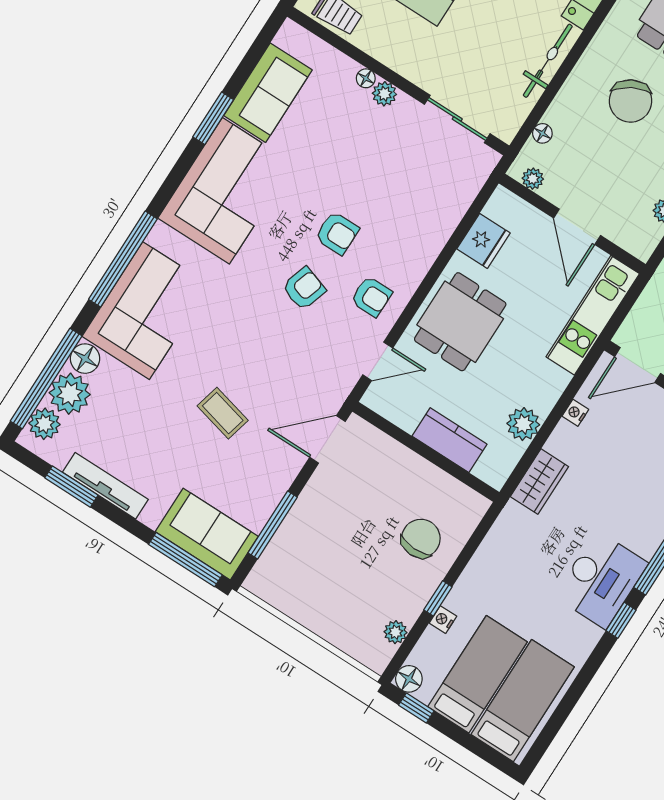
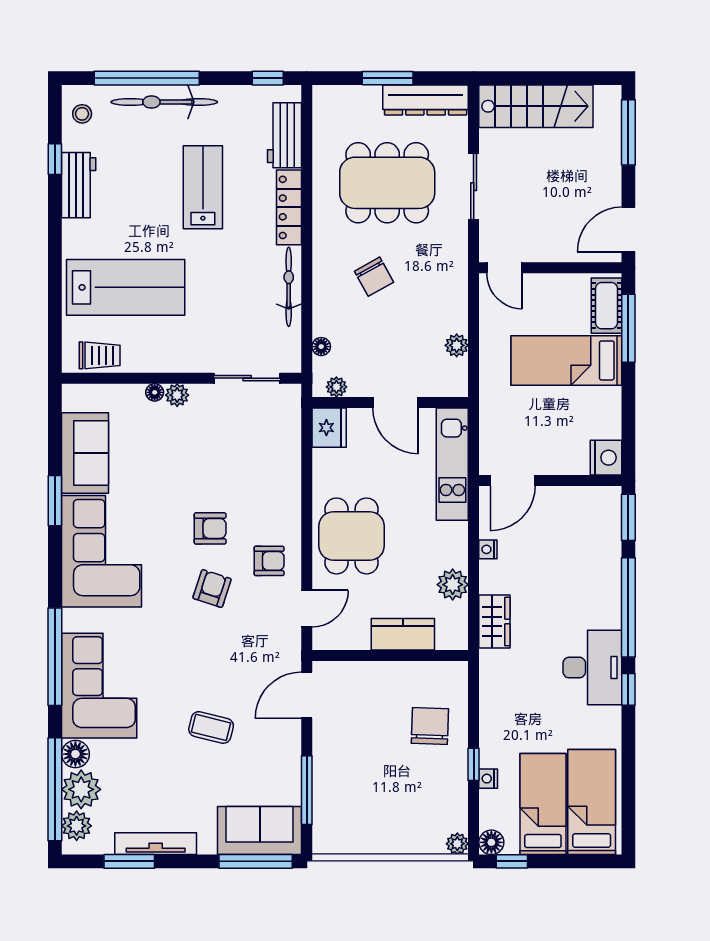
chair: (631, 101) -> (374, 277), width x0.73, depth x0.73
fridge: (483, 241) -> (329, 428), moved
plant: (396, 632) -> (457, 844), moved

